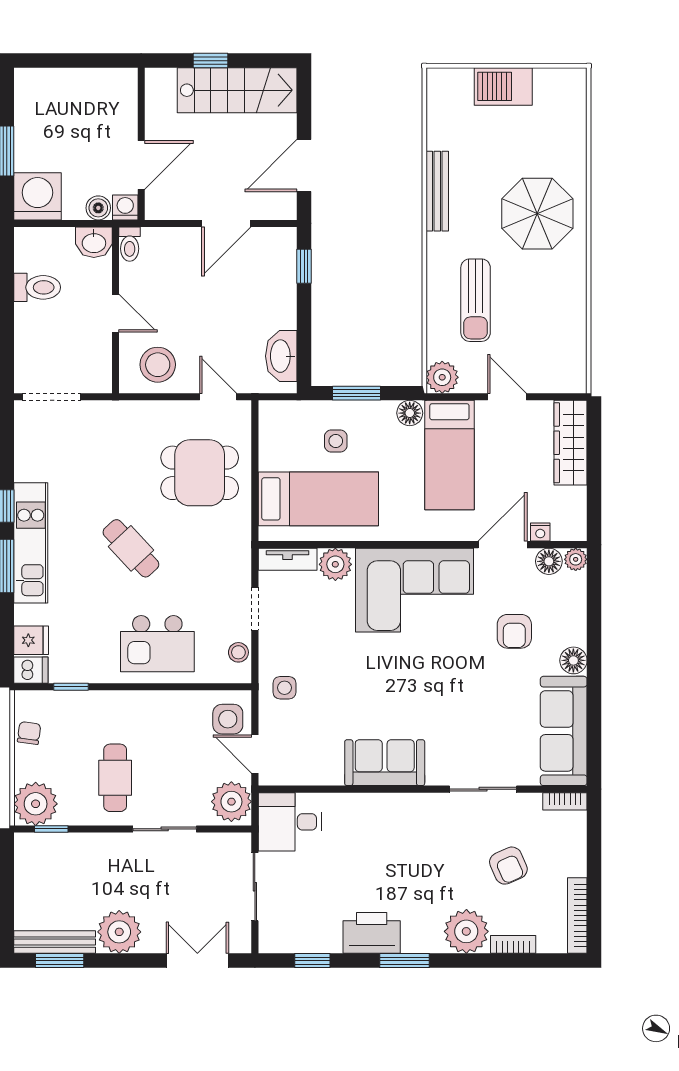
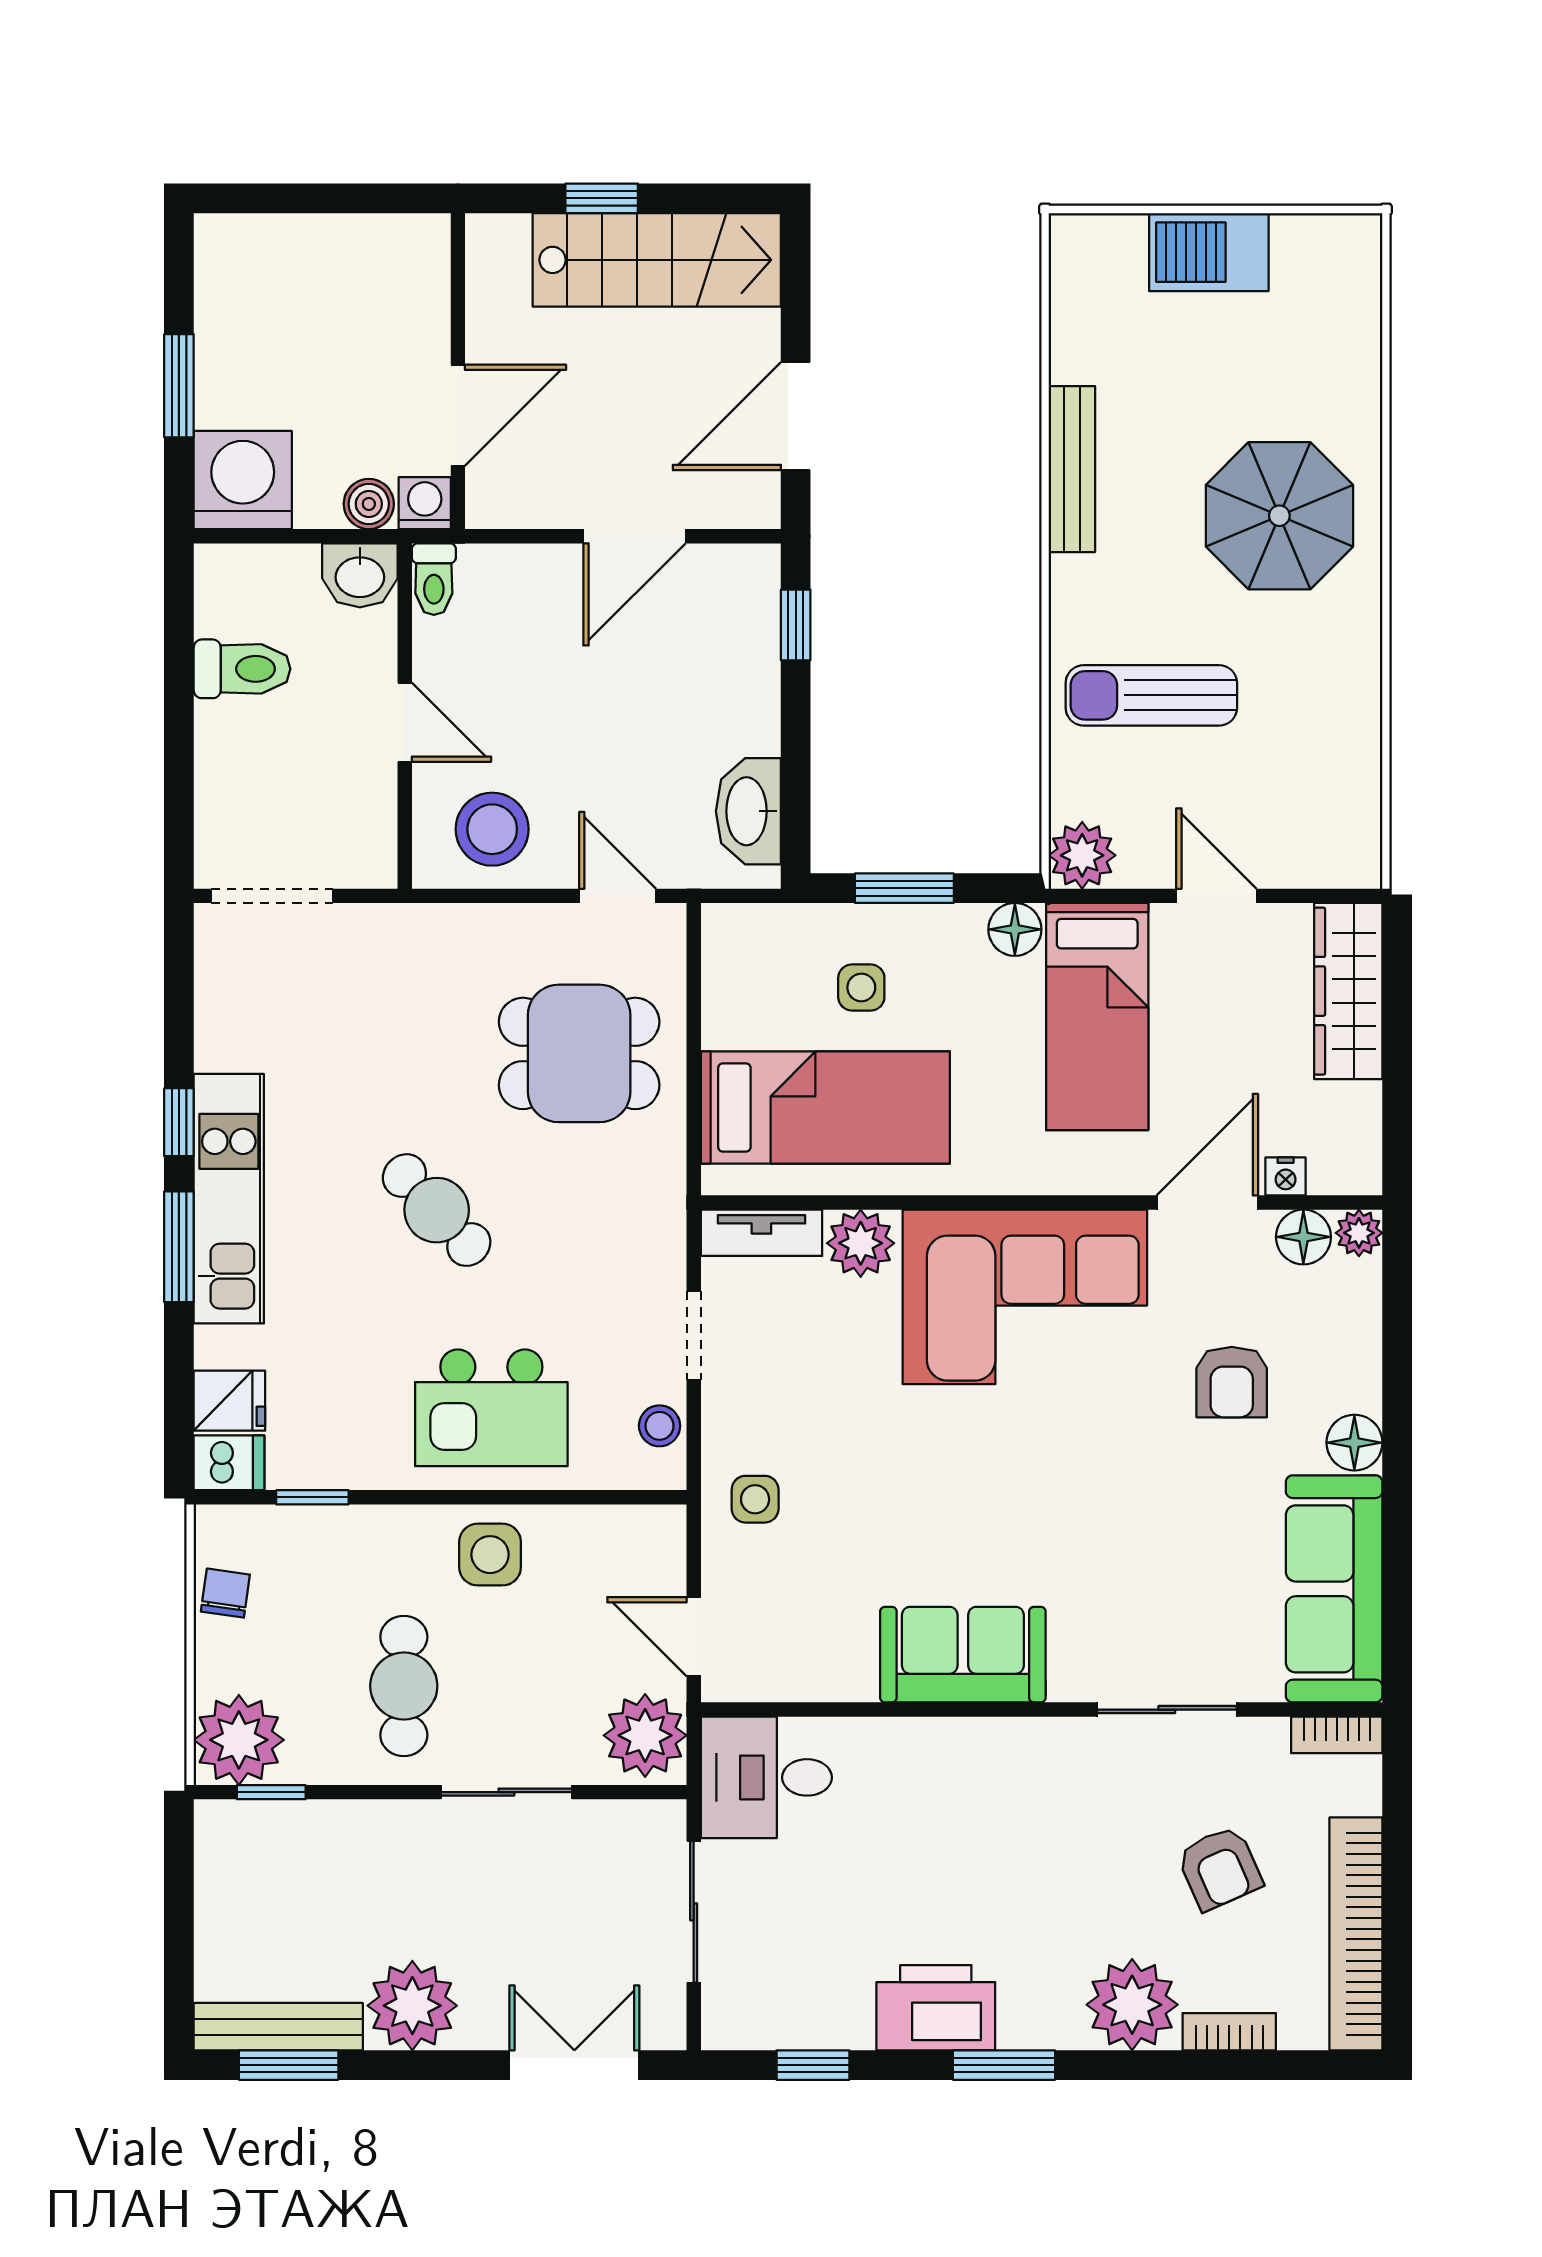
sun lounger: (476, 300) -> (1151, 695), turned 90
side table: (228, 719) -> (490, 1555), moved
bookcase: (577, 916) -> (1356, 1934), width x1.48, depth x1.31

